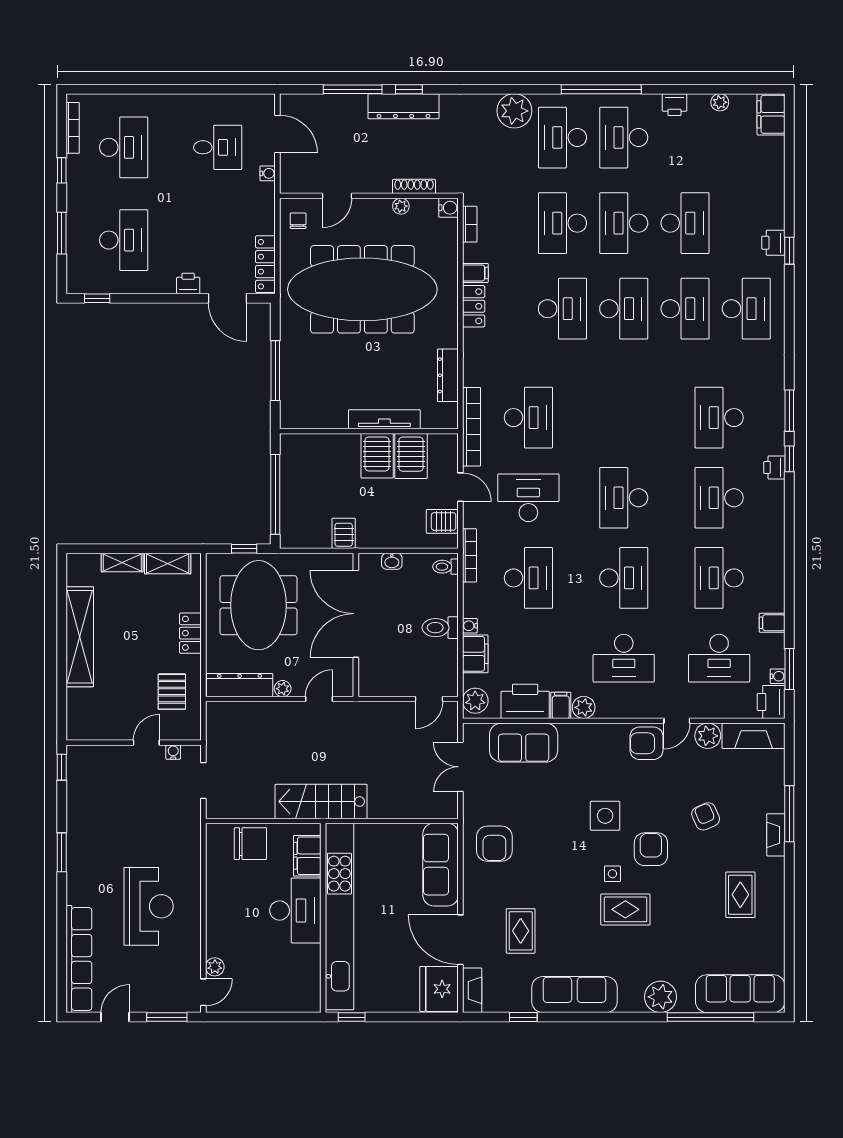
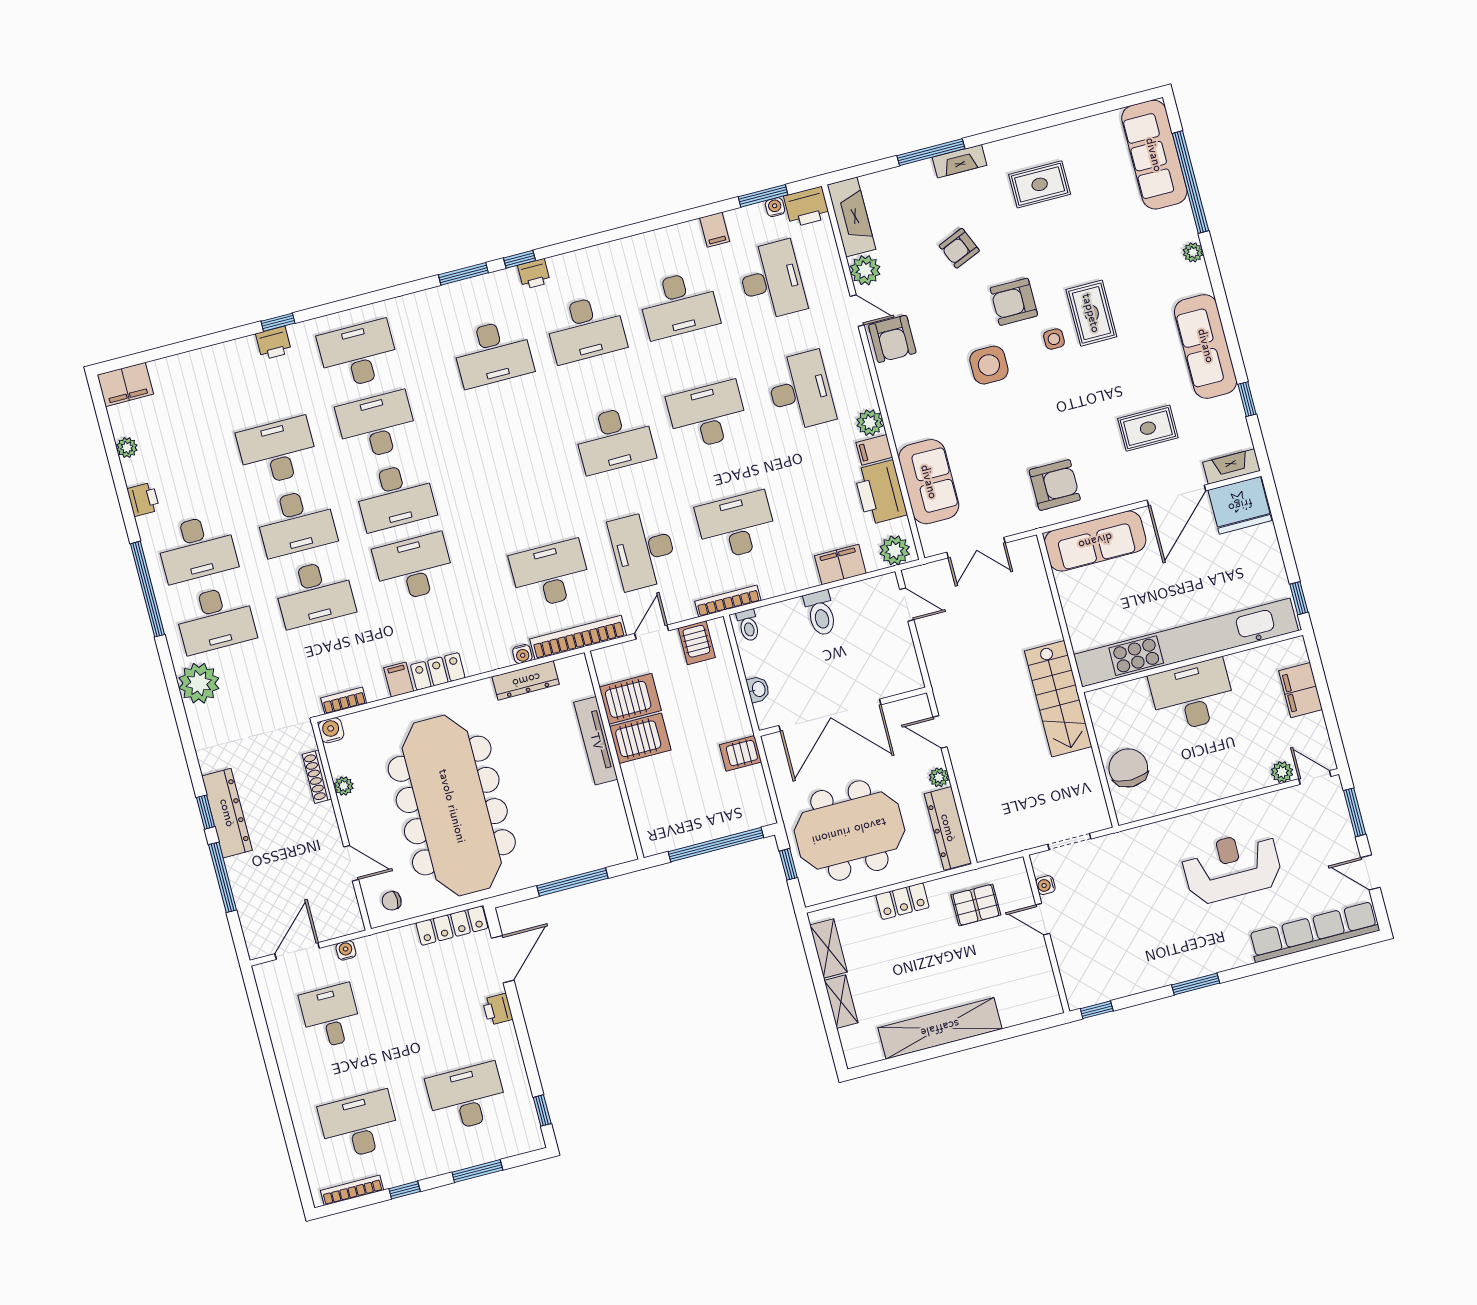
desk: (624, 309) -> (395, 497), turned 180
water cooler: (470, 626) -> (522, 654), moved
filing cabinet: (307, 856) -> (1301, 690), moved, turned 90
plant: (661, 997) -> (1193, 252), width x0.53, depth x0.53

